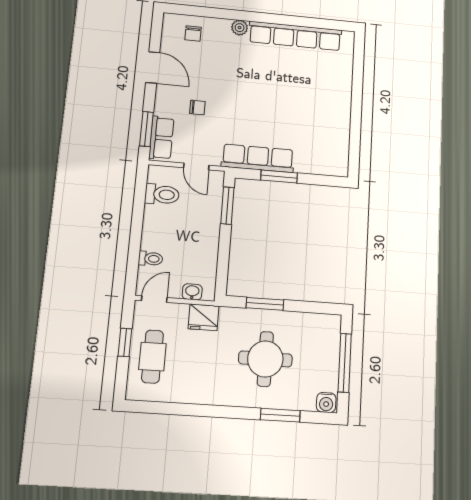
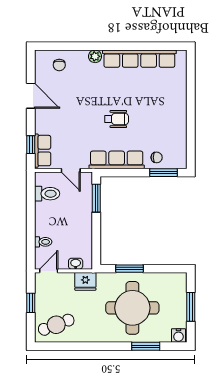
chair: (197, 107) -> (157, 157), moved
wheelchair: (261, 107) -> (116, 119), added
window: (146, 129) -> (31, 145), width x0.67
window: (279, 177) -> (164, 173), moved
cafe table: (152, 357) -> (56, 325), moved, turned 69
round table: (265, 359) -> (132, 308), width x1.36, depth x1.36
window: (345, 363) -> (191, 307), width x0.69

